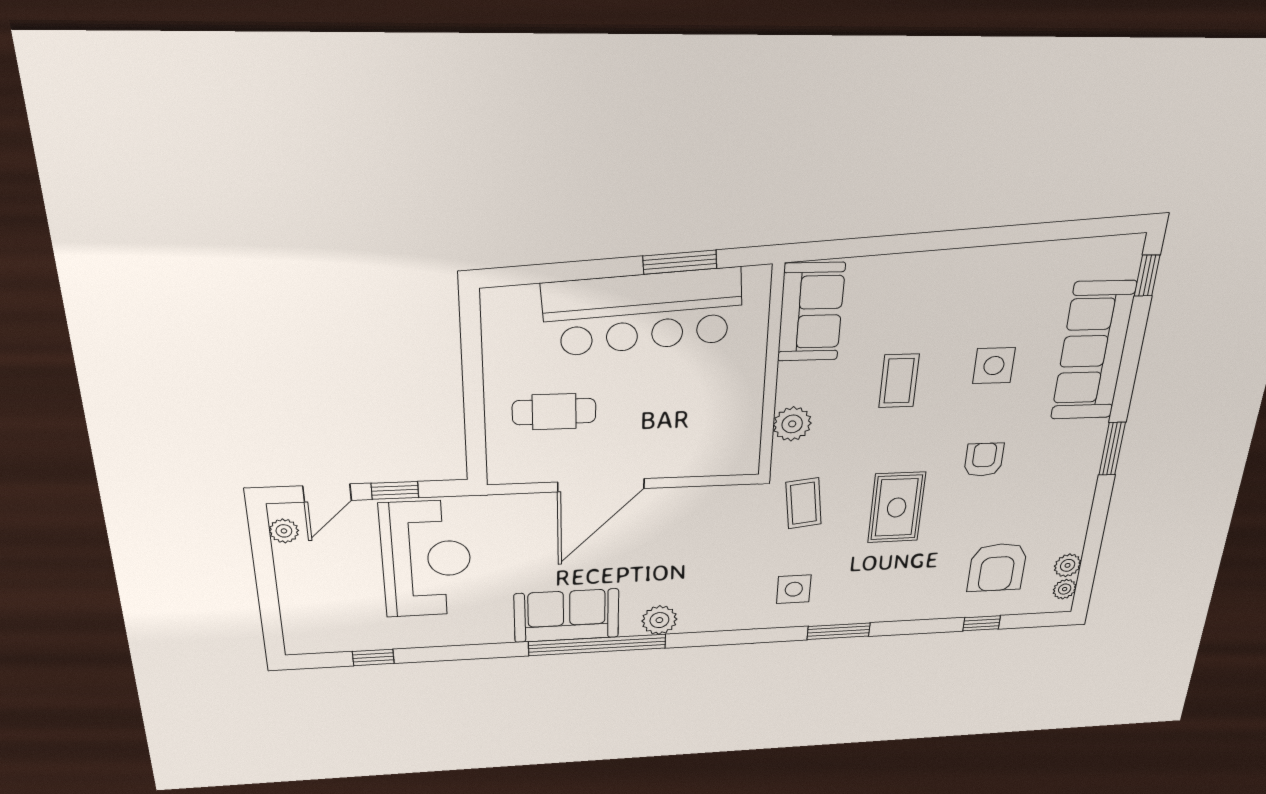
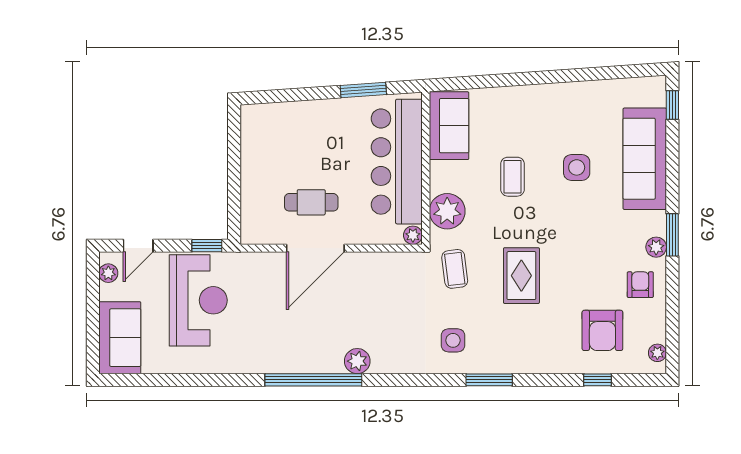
bar counter: (643, 312) -> (397, 162), moved, turned 94
cafe table: (554, 412) -> (311, 202), moved
plant: (792, 424) -> (447, 211), width x1.36, depth x1.36
armchair: (984, 460) -> (640, 285), moved
plant: (746, 463) -> (413, 235), added
window: (395, 490) -> (207, 246), moved
plant: (1068, 565) -> (656, 247), moved
sofa: (567, 616) -> (120, 338), moved, turned 90
window: (373, 657) -> (158, 380), removed

